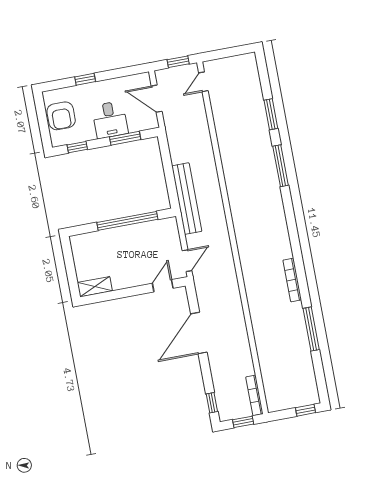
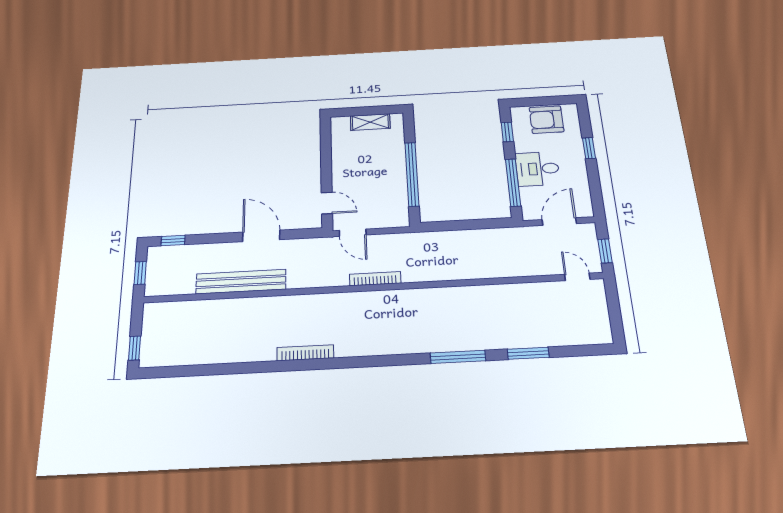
window: (125, 138) -> (513, 182), width x1.44
bench: (187, 199) -> (241, 282), moved
shelving: (95, 287) -> (370, 122), moved, turned 90
window: (311, 329) -> (237, 368), removed
door: (199, 333) -> (261, 236), width x0.73
bookcase: (254, 395) -> (375, 279), moved

